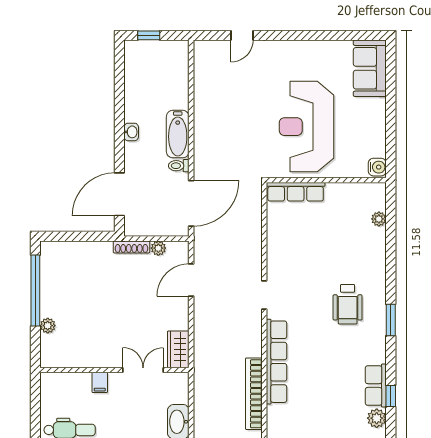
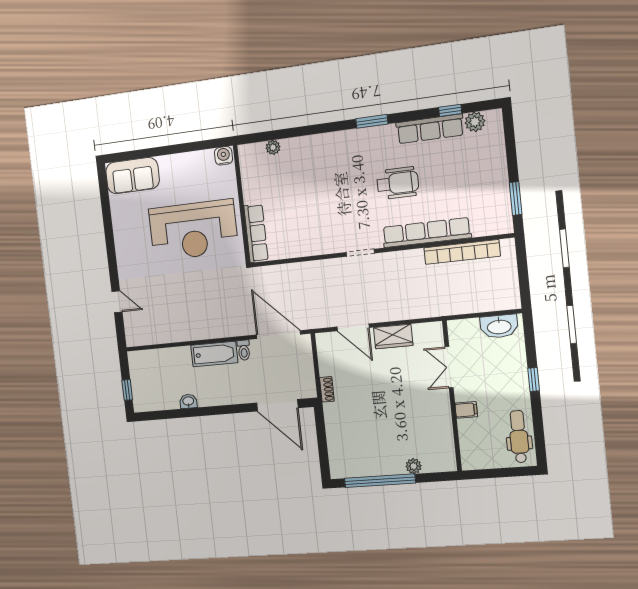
washbasin: (131, 132) -> (188, 401), moved
shoe rack: (131, 247) -> (327, 389), width x0.70
plant: (158, 248) -> (325, 363), removed
wheelchair: (348, 304) -> (398, 183), moved
wardrobe: (178, 349) -> (393, 336), moved
row of seats: (376, 386) -> (430, 129), width x1.48

